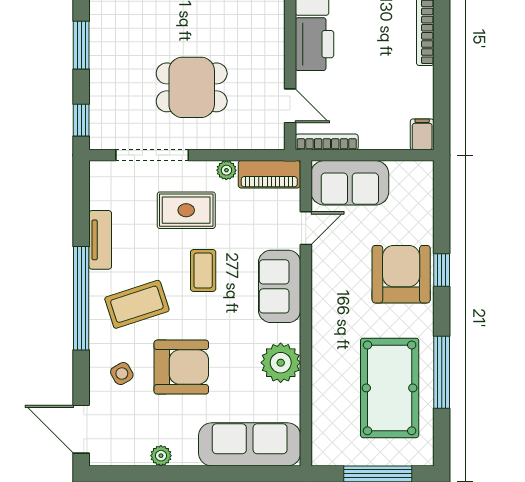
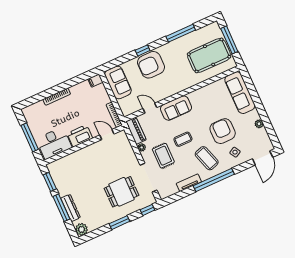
dining table: (192, 87) -> (122, 192), moved, turned 90
door: (290, 106) -> (107, 135), hinge flipped
sofa: (350, 183) -> (118, 82), moved
plant: (281, 363) -> (204, 95), removed
pool table: (390, 388) -> (209, 55), moved

